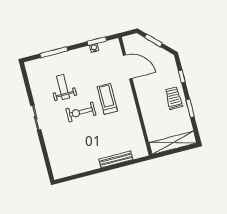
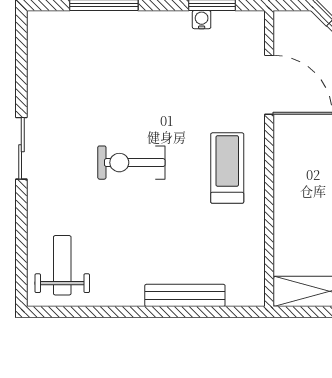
weight bench: (63, 87) -> (62, 265), moved
treadmill: (107, 99) -> (227, 168), moved

